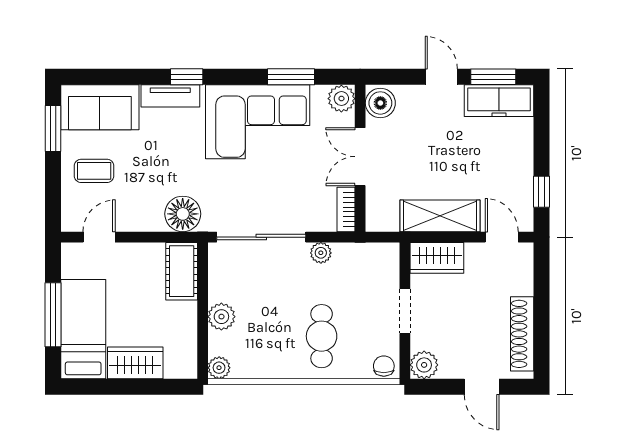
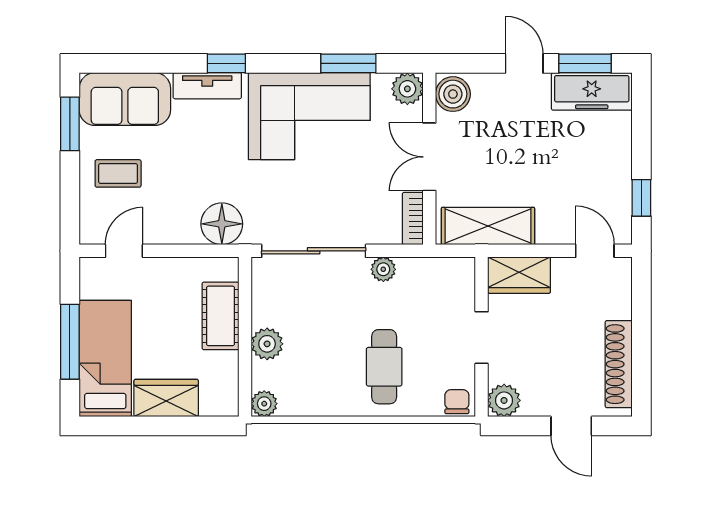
shelving: (440, 216) -> (488, 226), moved
cot: (182, 271) -> (221, 316), moved

